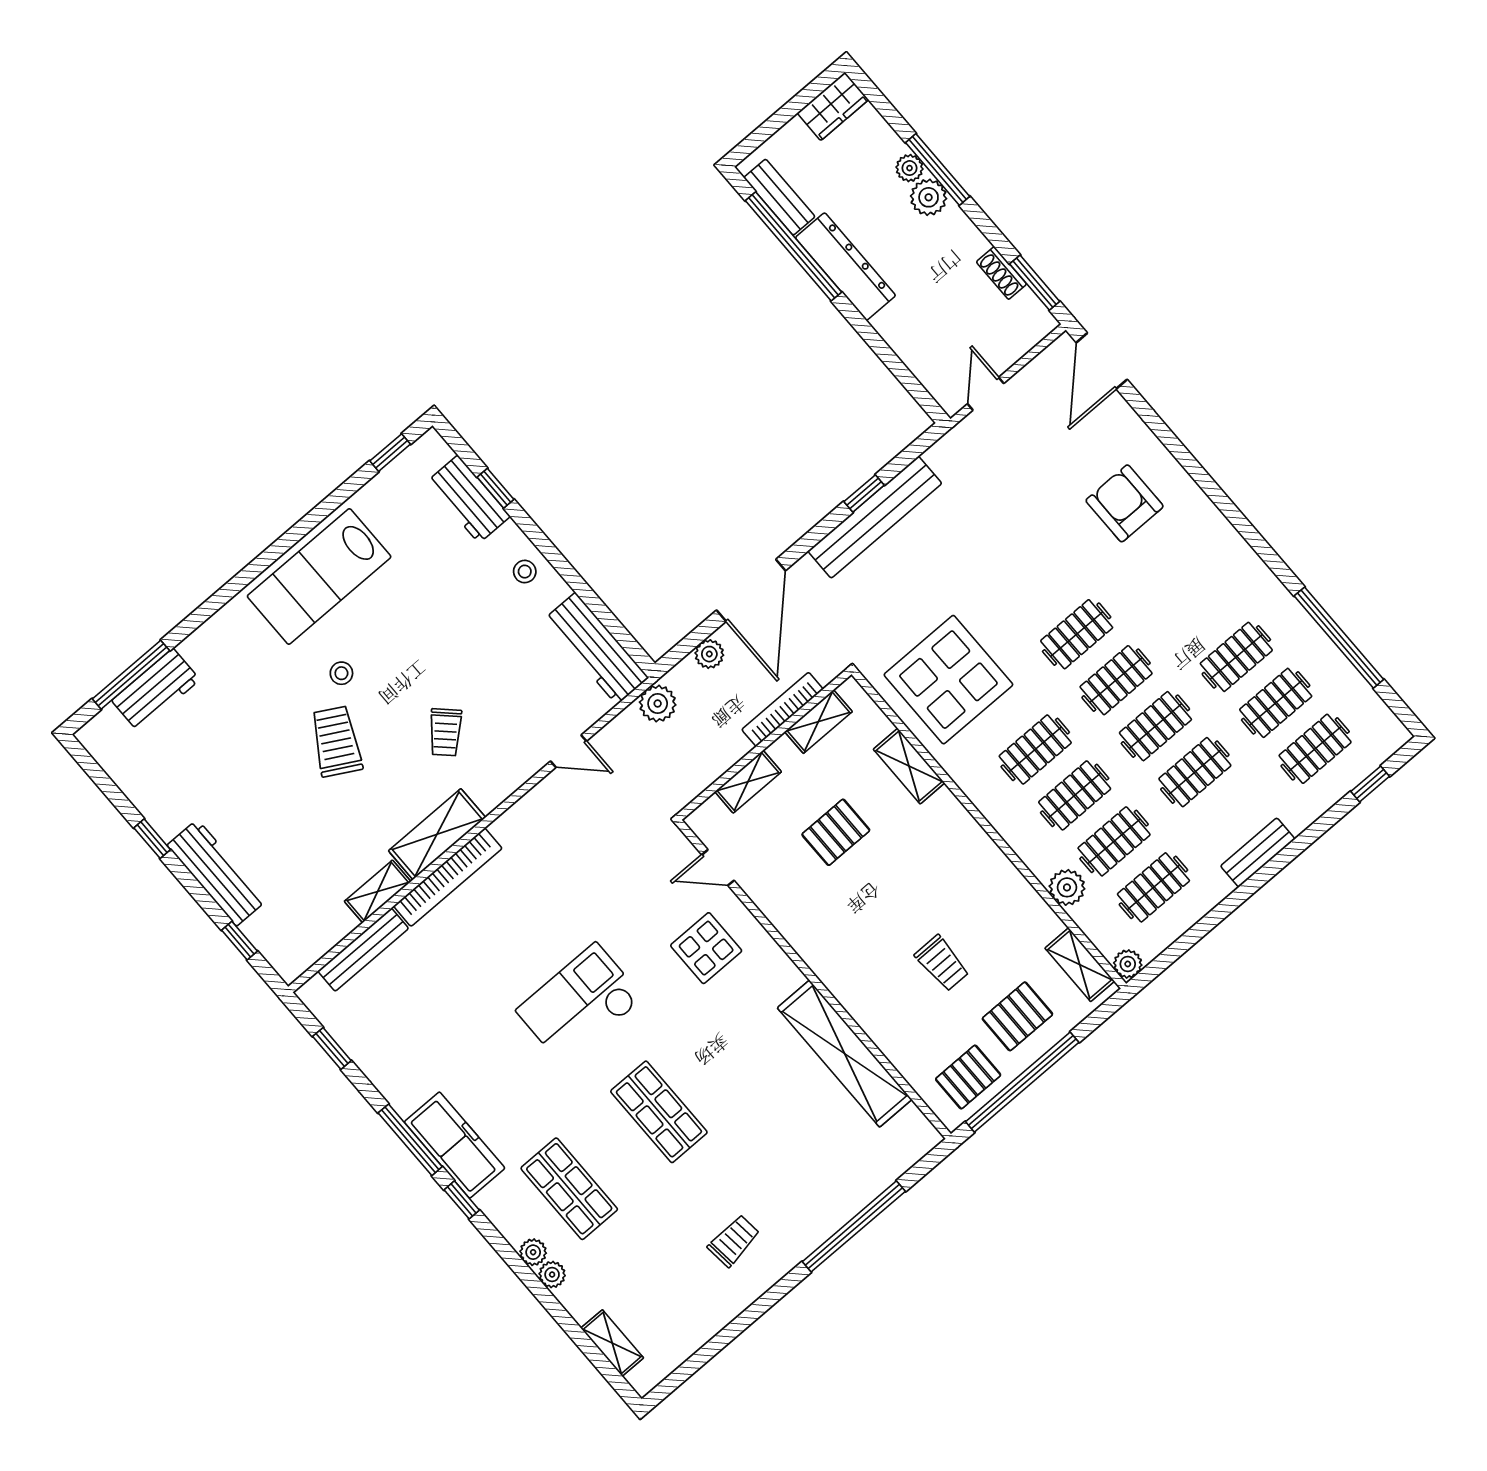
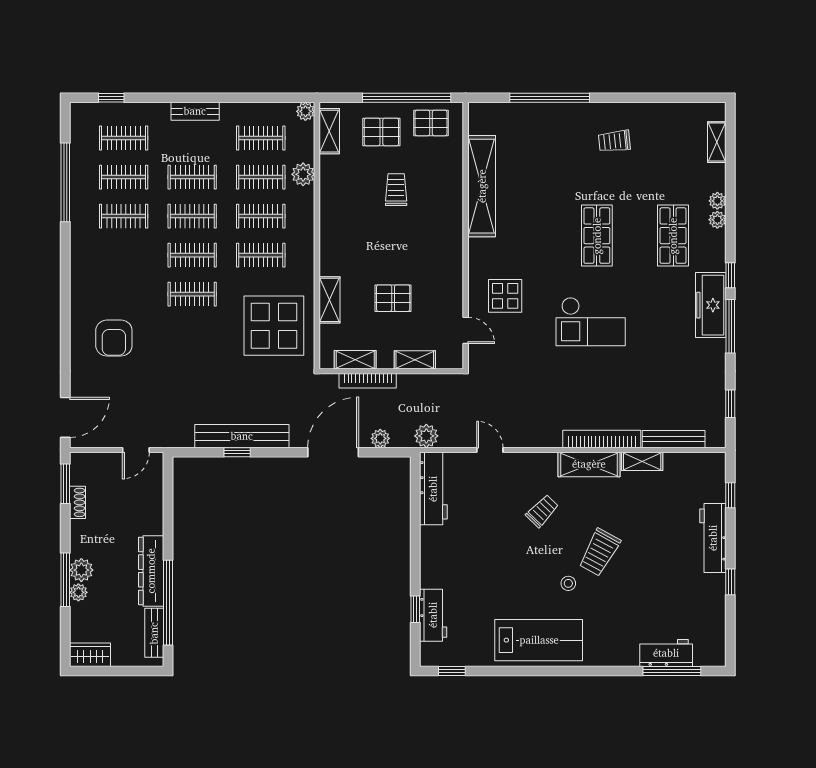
stool: (525, 572) -> (436, 556), removed

